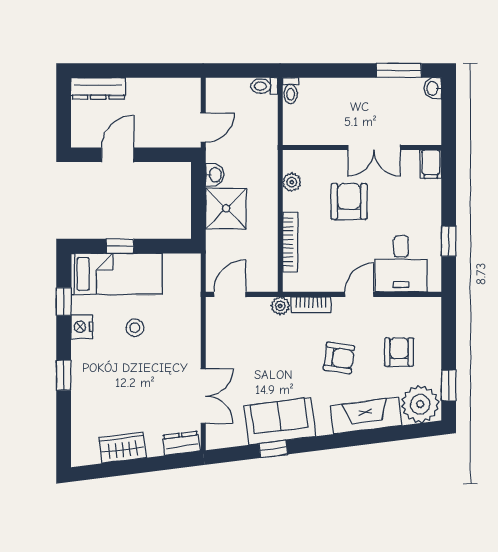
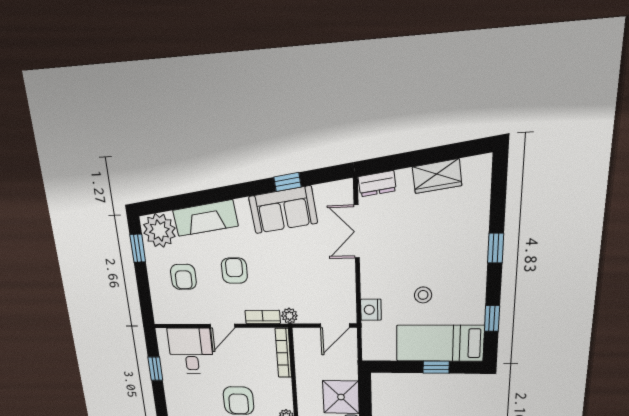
bookcase: (290, 242) -> (283, 353), moved
nightstand: (82, 327) -> (371, 310), moved, turned 180
armchair: (339, 358) -> (234, 271), turned 82

